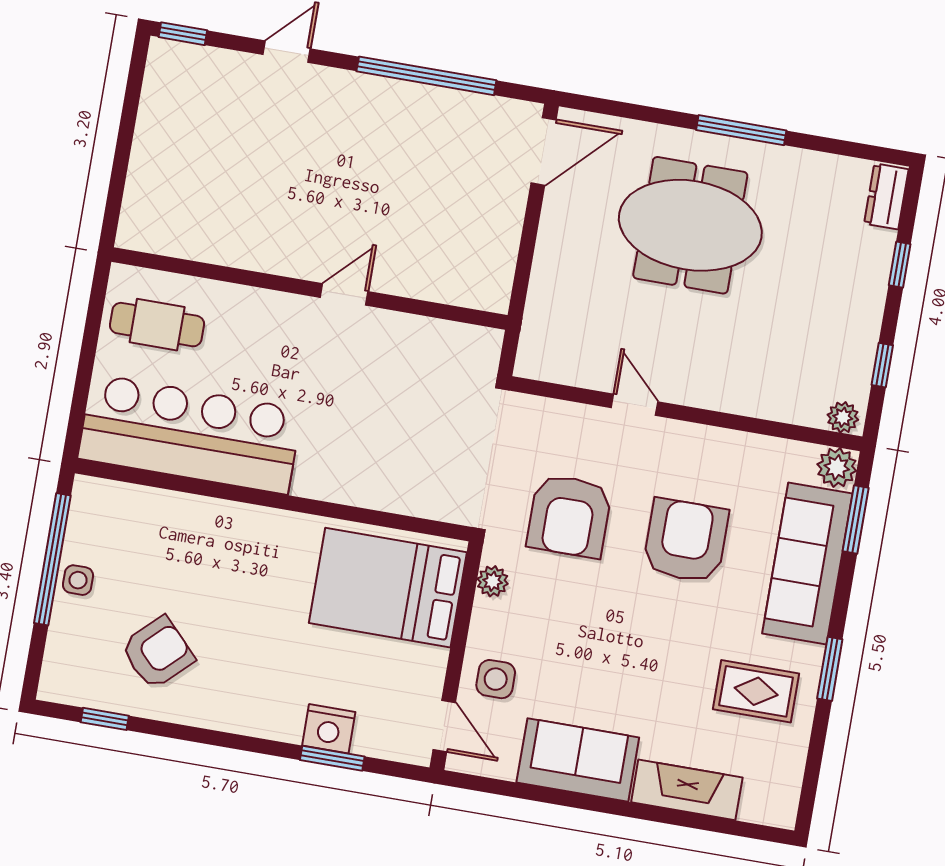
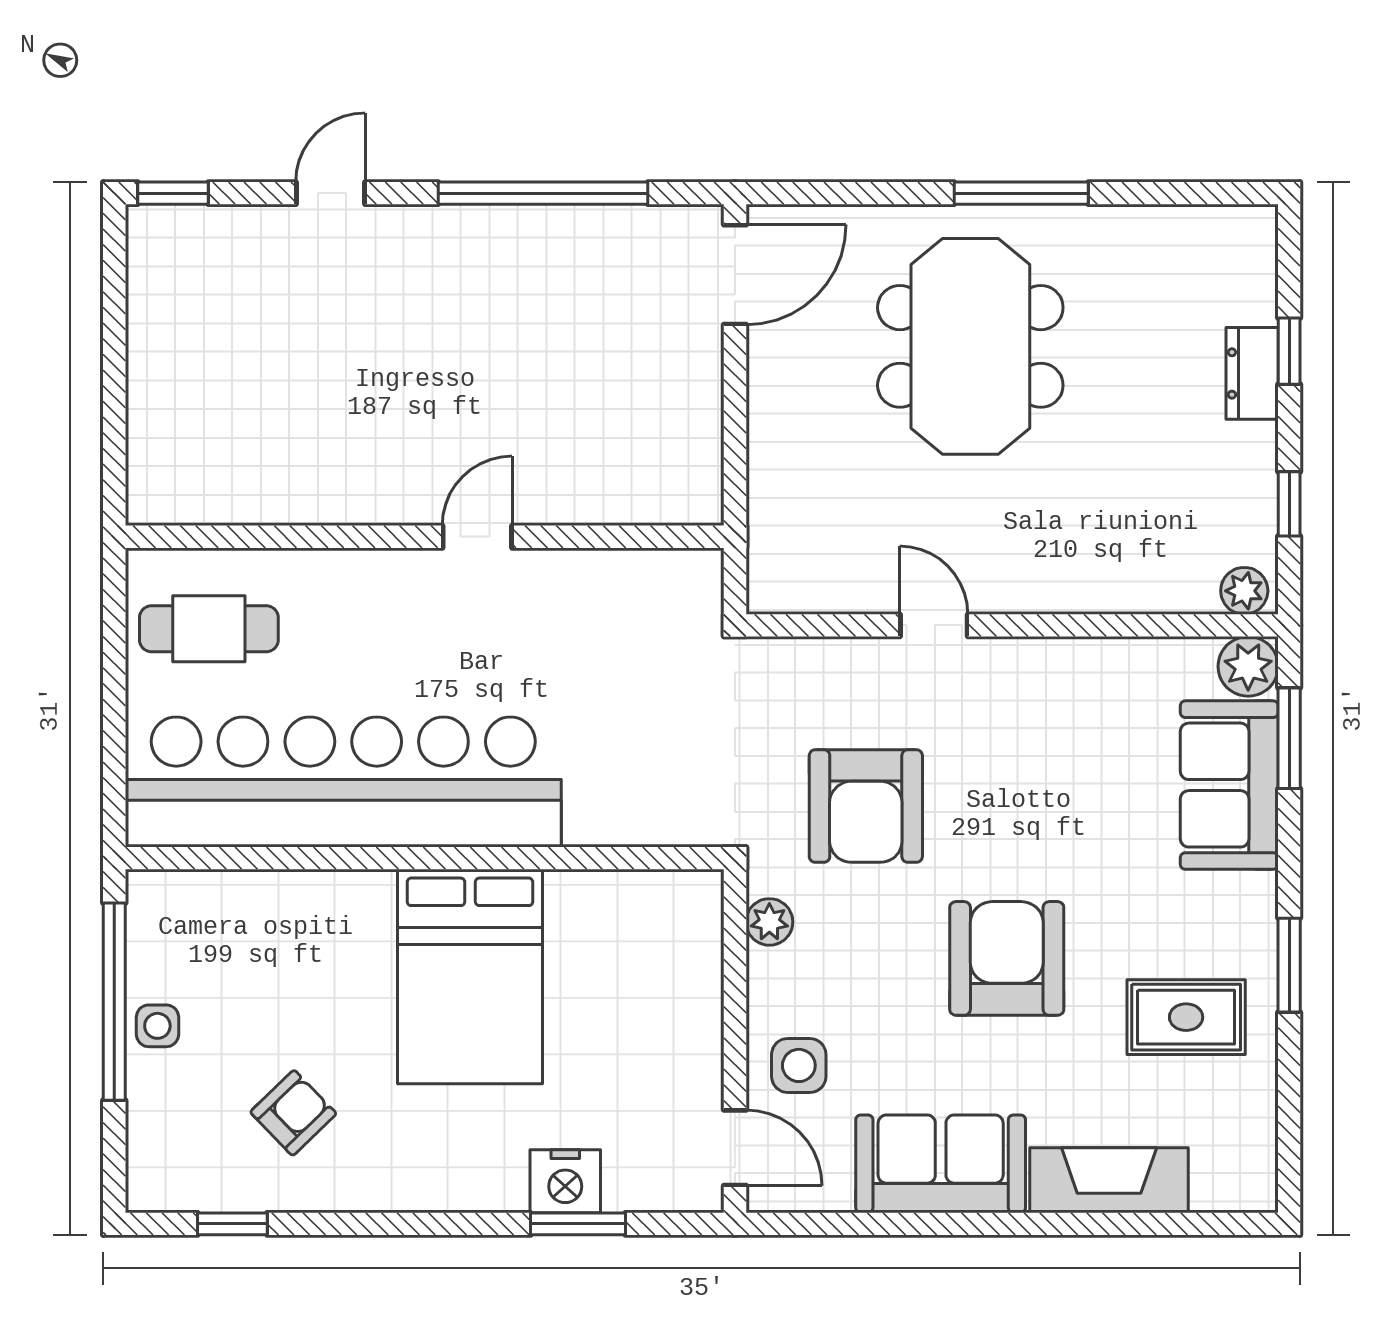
dresser: (886, 196) -> (1252, 373), moved
meeting table: (690, 225) -> (970, 346), turned 90
bar counter: (190, 434) -> (343, 782), width x1.36
armchair: (686, 541) -> (1007, 958), moved
sofa: (807, 563) -> (1229, 785), width x0.73
bed: (388, 588) -> (470, 977), moved, turned -90
armchair: (158, 653) -> (293, 1113), width x0.72, depth x0.72

